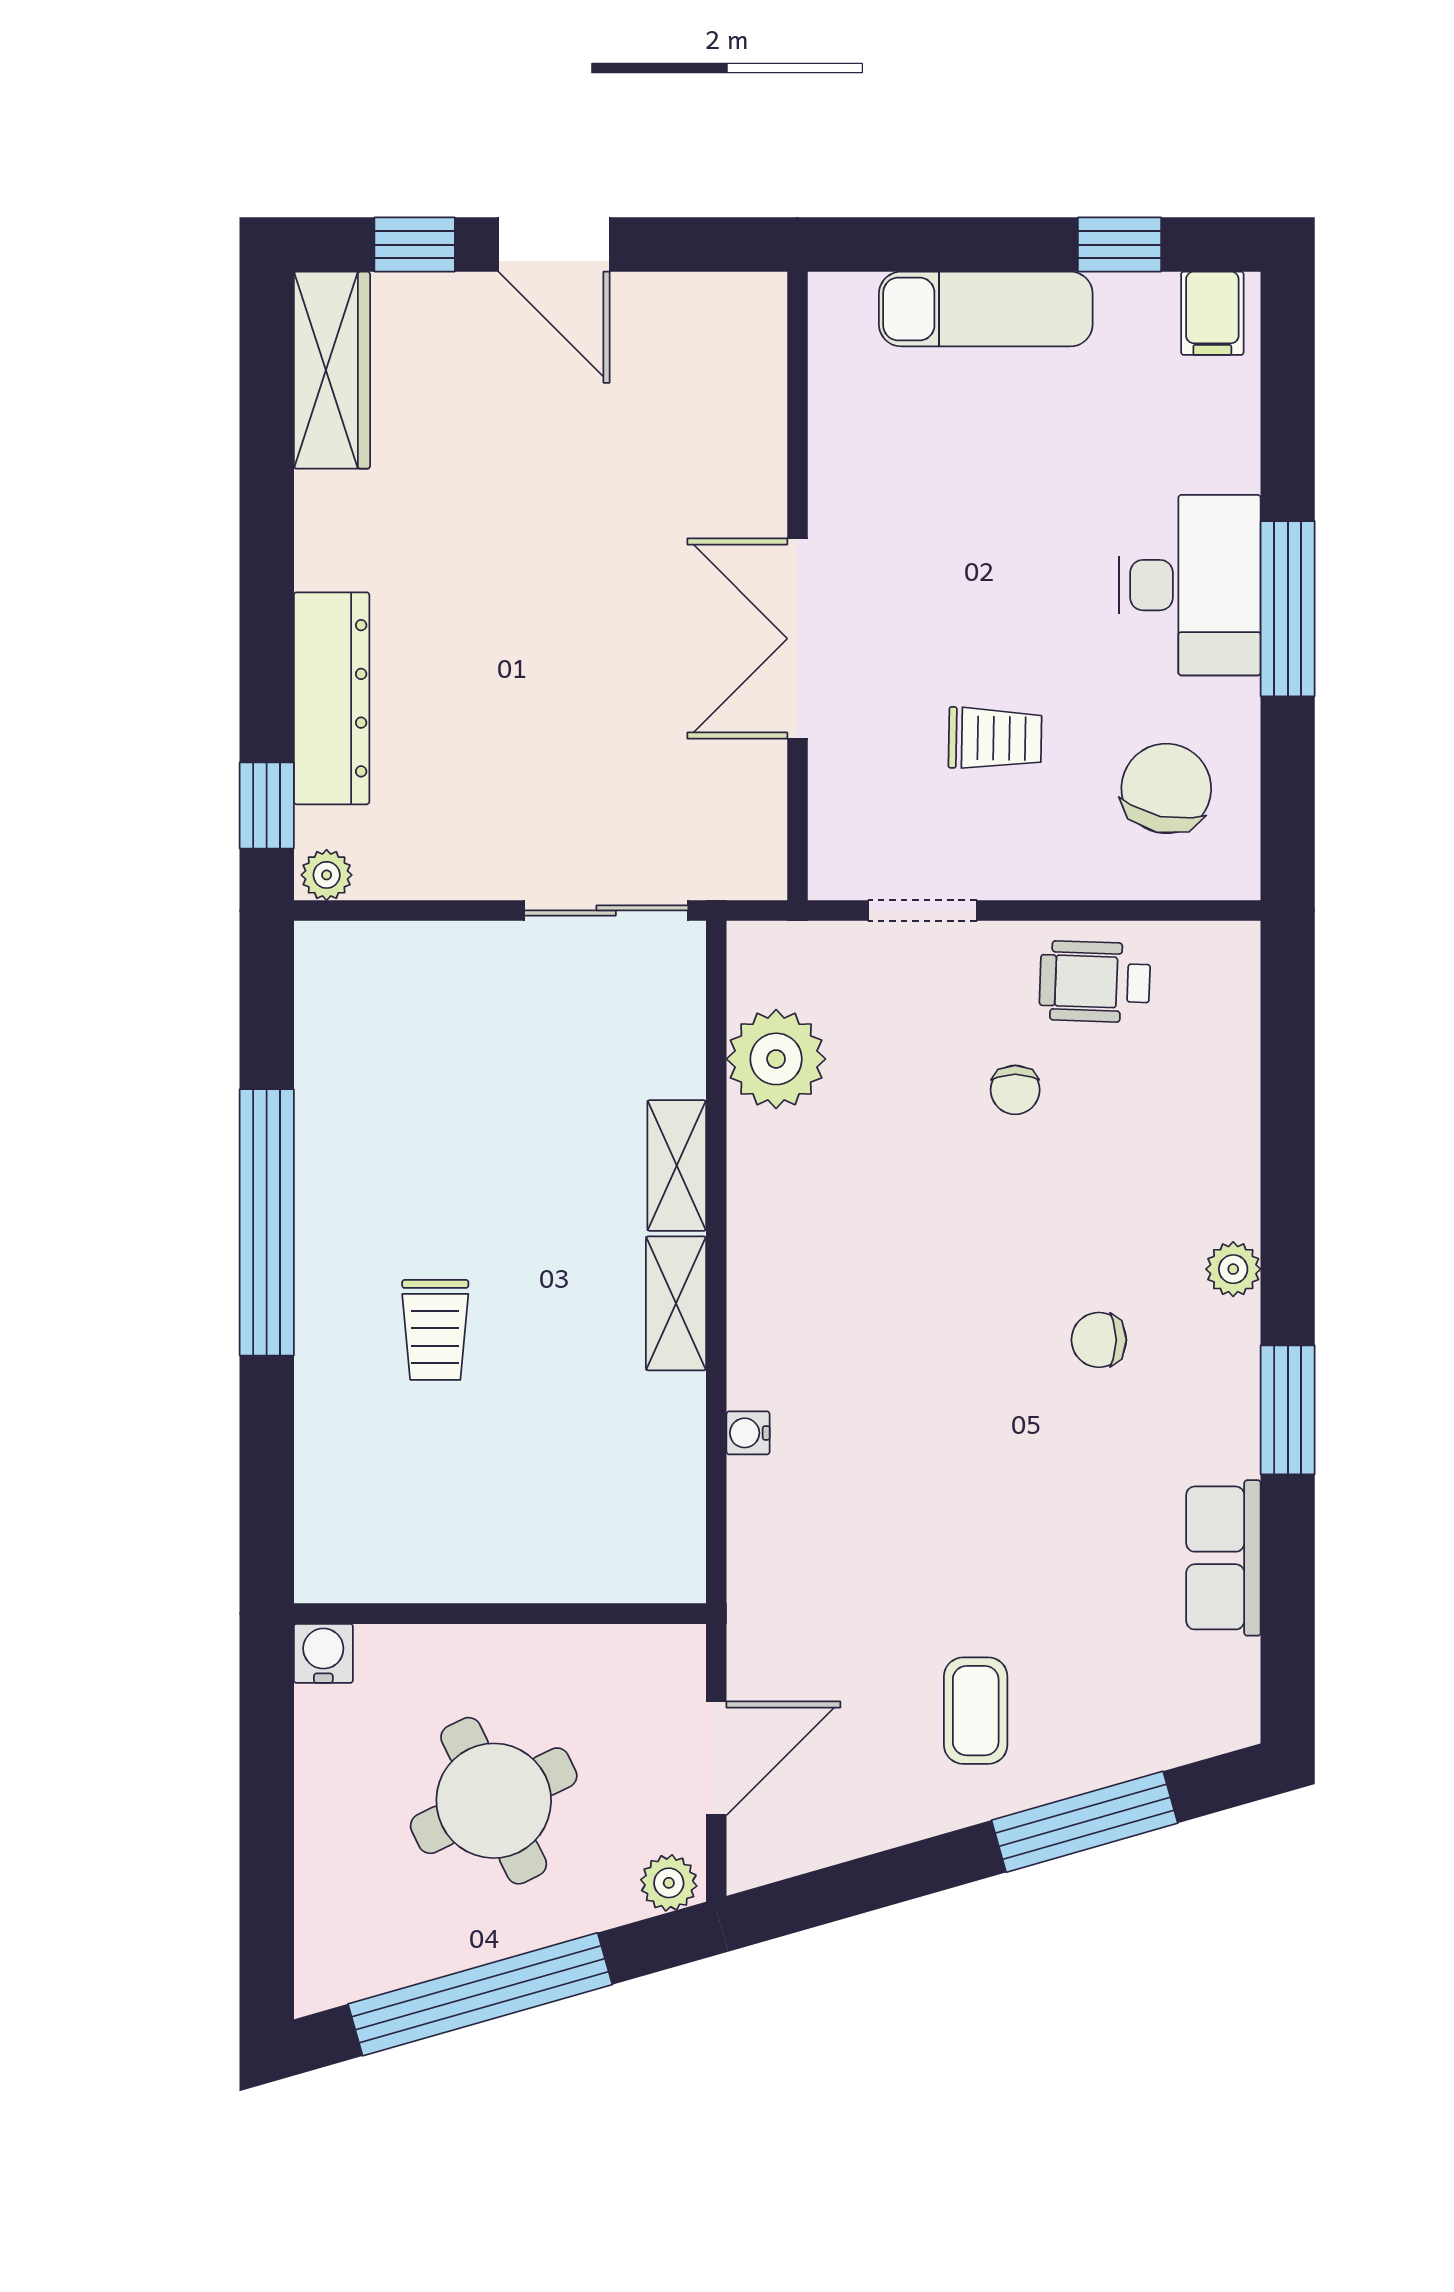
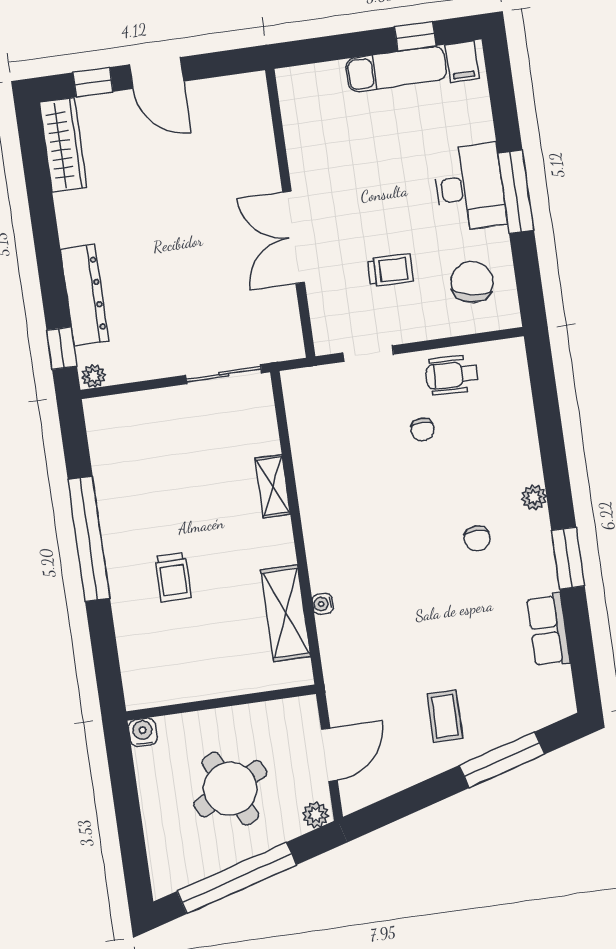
exam couch: (986, 309) -> (396, 69), moved
plant: (776, 1059) -> (311, 431), removed
shelving: (676, 1303) -> (286, 613), moved, width x1.50, depth x1.33
chair: (1099, 1340) -> (477, 538), turned -90

